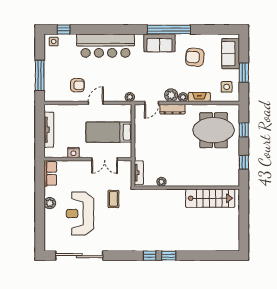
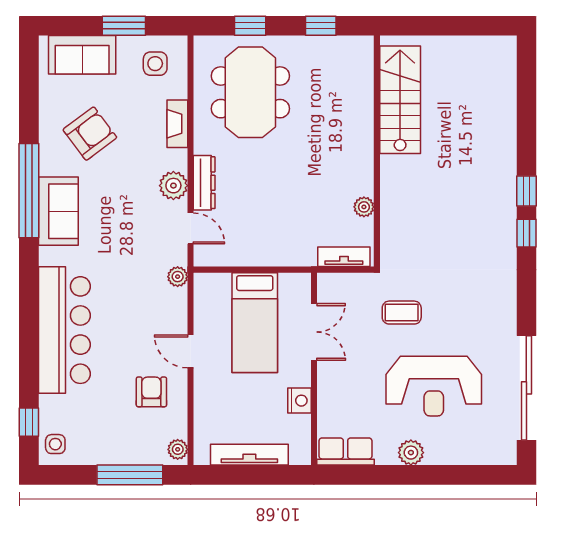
armchair: (195, 57) -> (90, 134), turned -132
plant: (183, 97) -> (178, 449), moved

